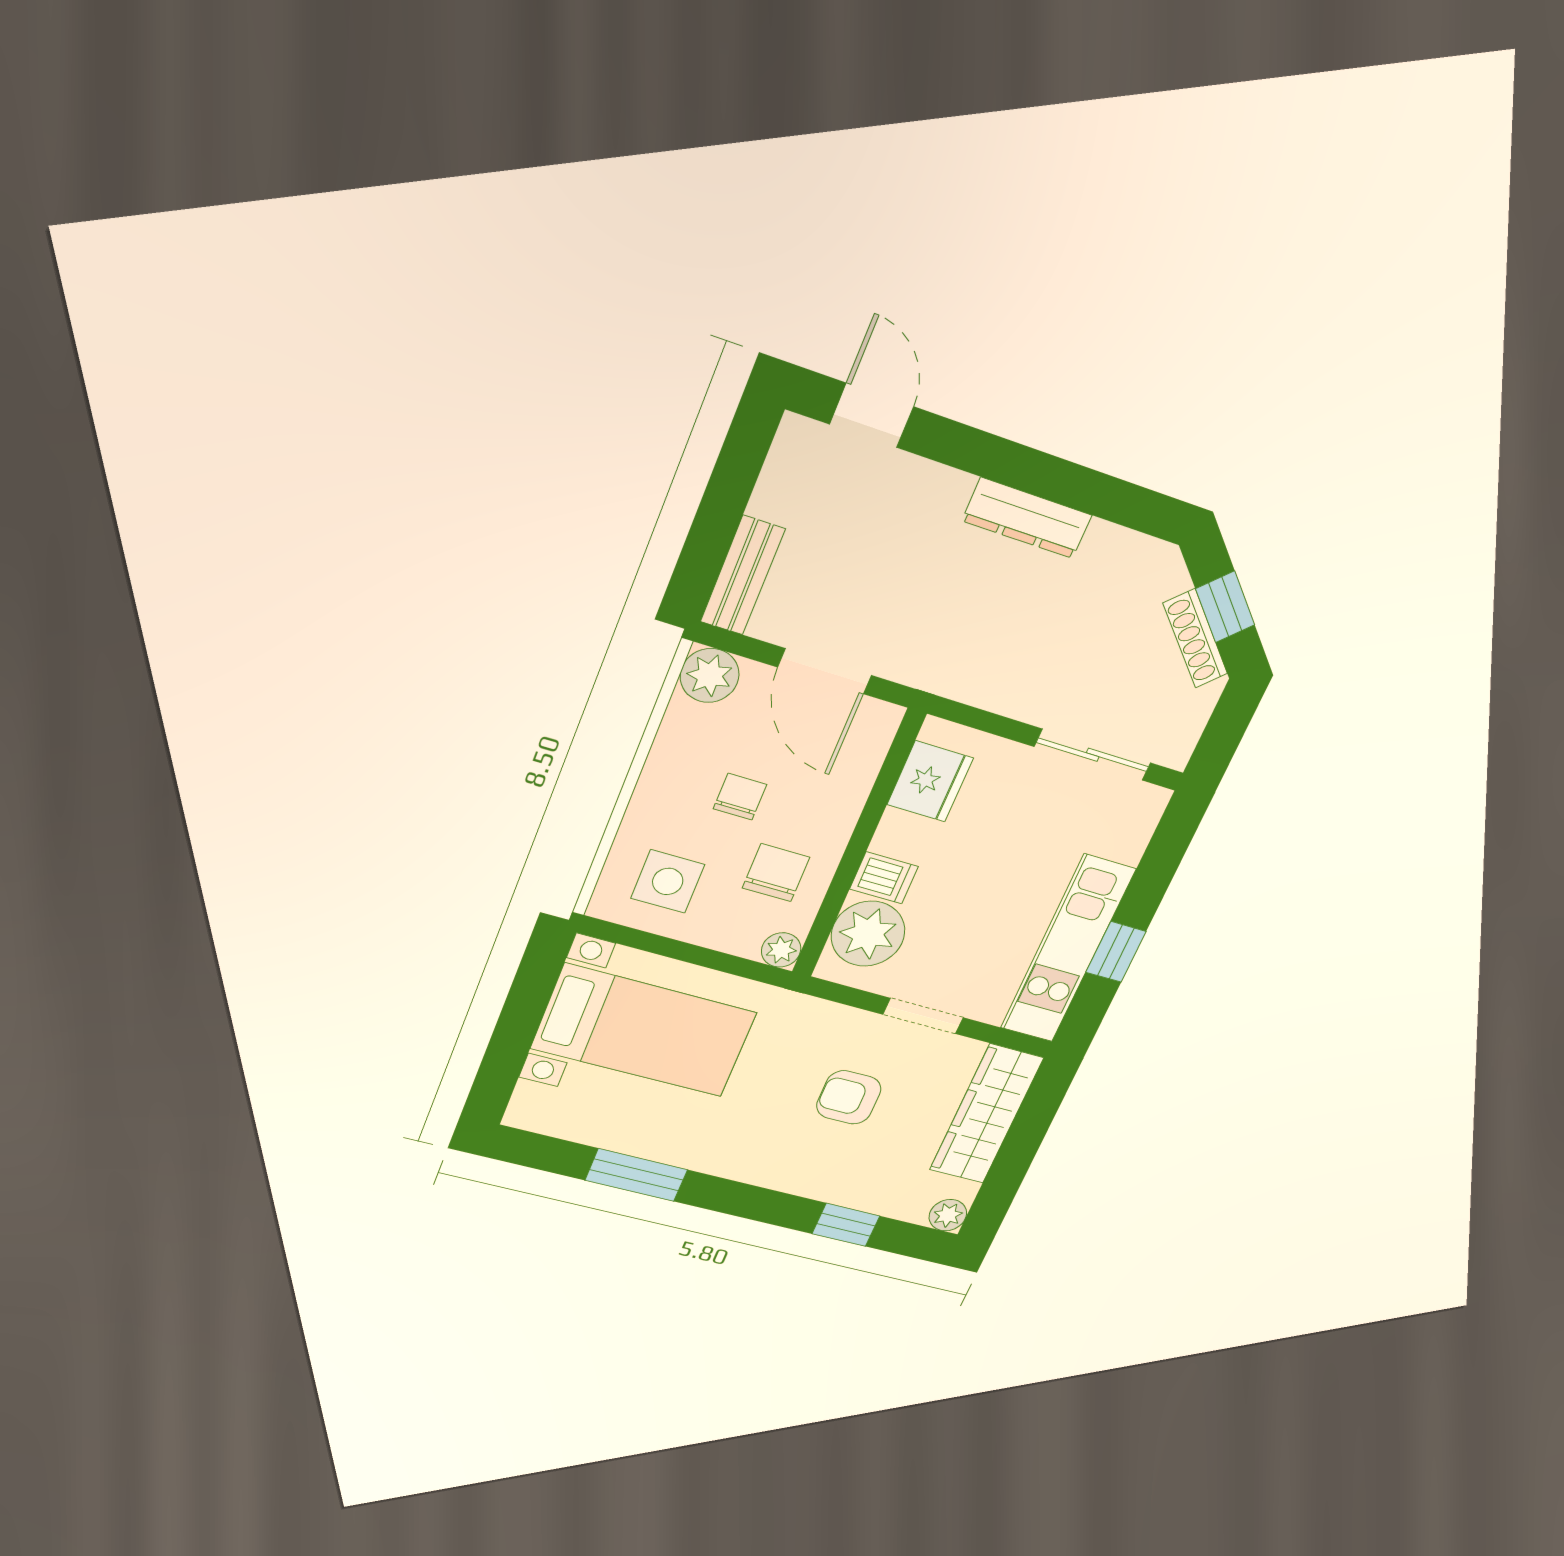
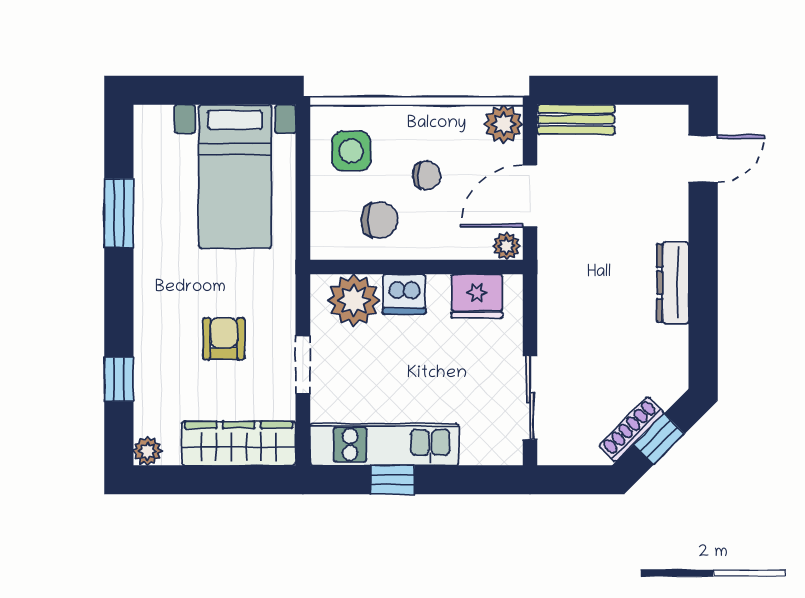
dishwasher: (884, 878) -> (404, 294), width x1.38
plant: (781, 950) -> (507, 246), moved

